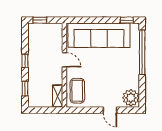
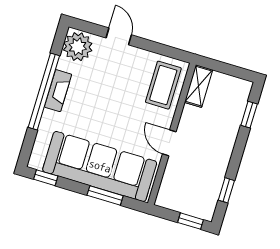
window: (91, 20) -> (105, 195), added
window: (142, 52) -> (44, 92), moved
window: (25, 61) -> (226, 190), moved
fireplace: (134, 70) -> (58, 91), added

